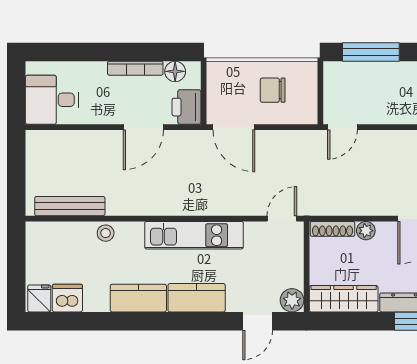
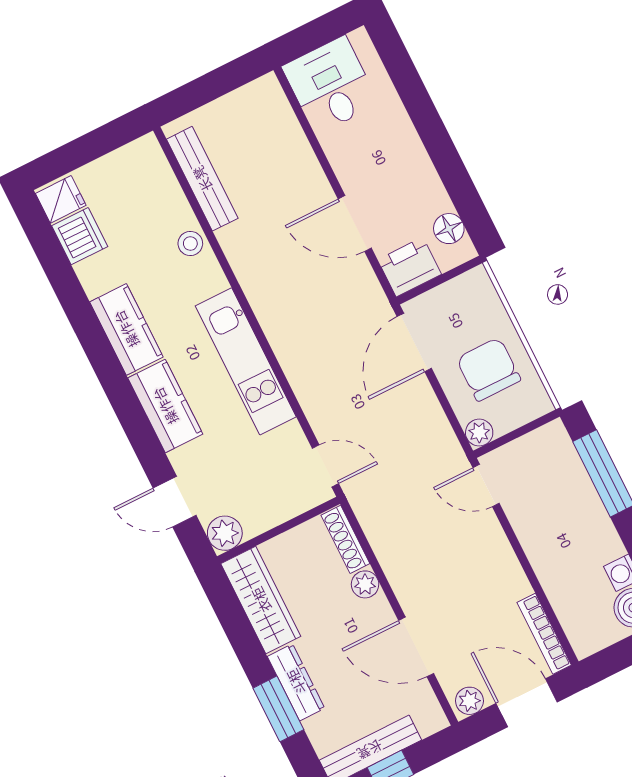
bookcase: (135, 68) -> (427, 174), removed
chair: (273, 90) -> (489, 369), width x1.37, depth x1.37
plant: (308, 115) -> (479, 433), added

